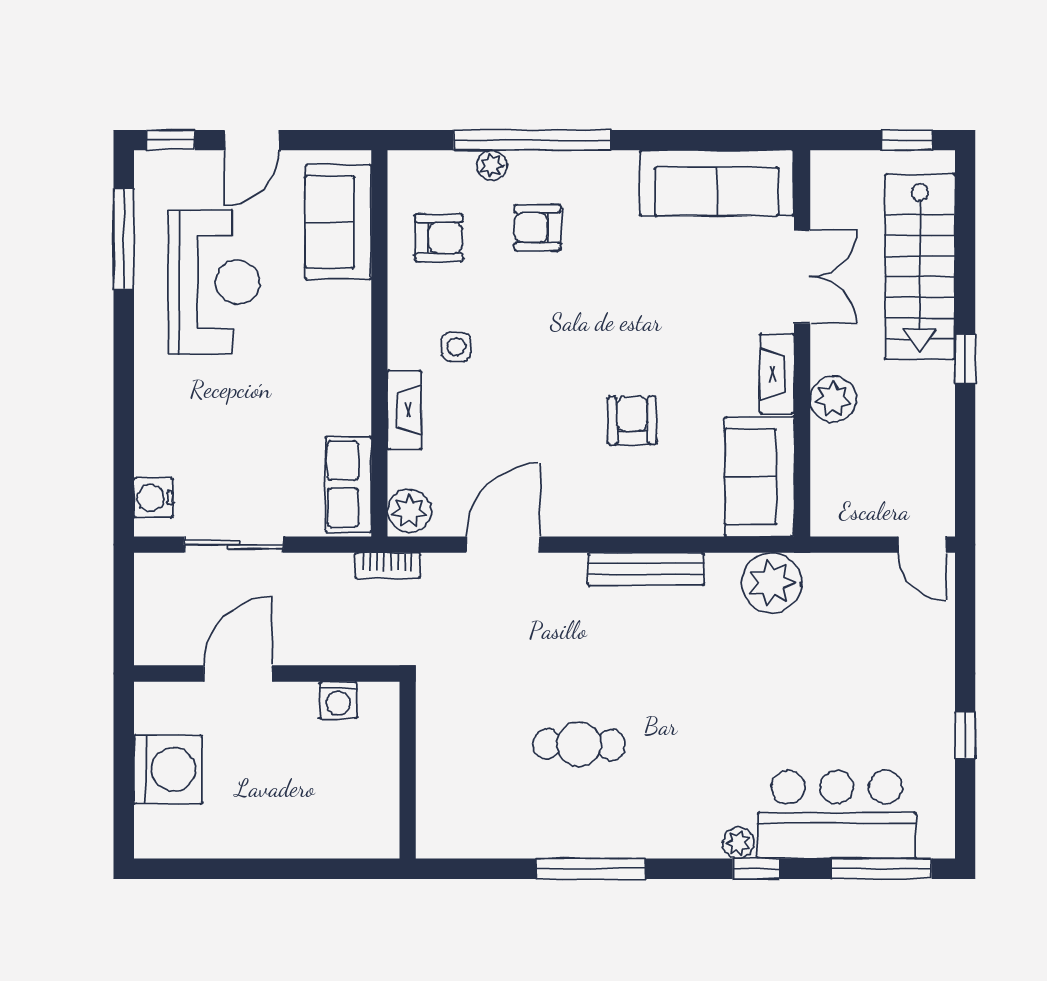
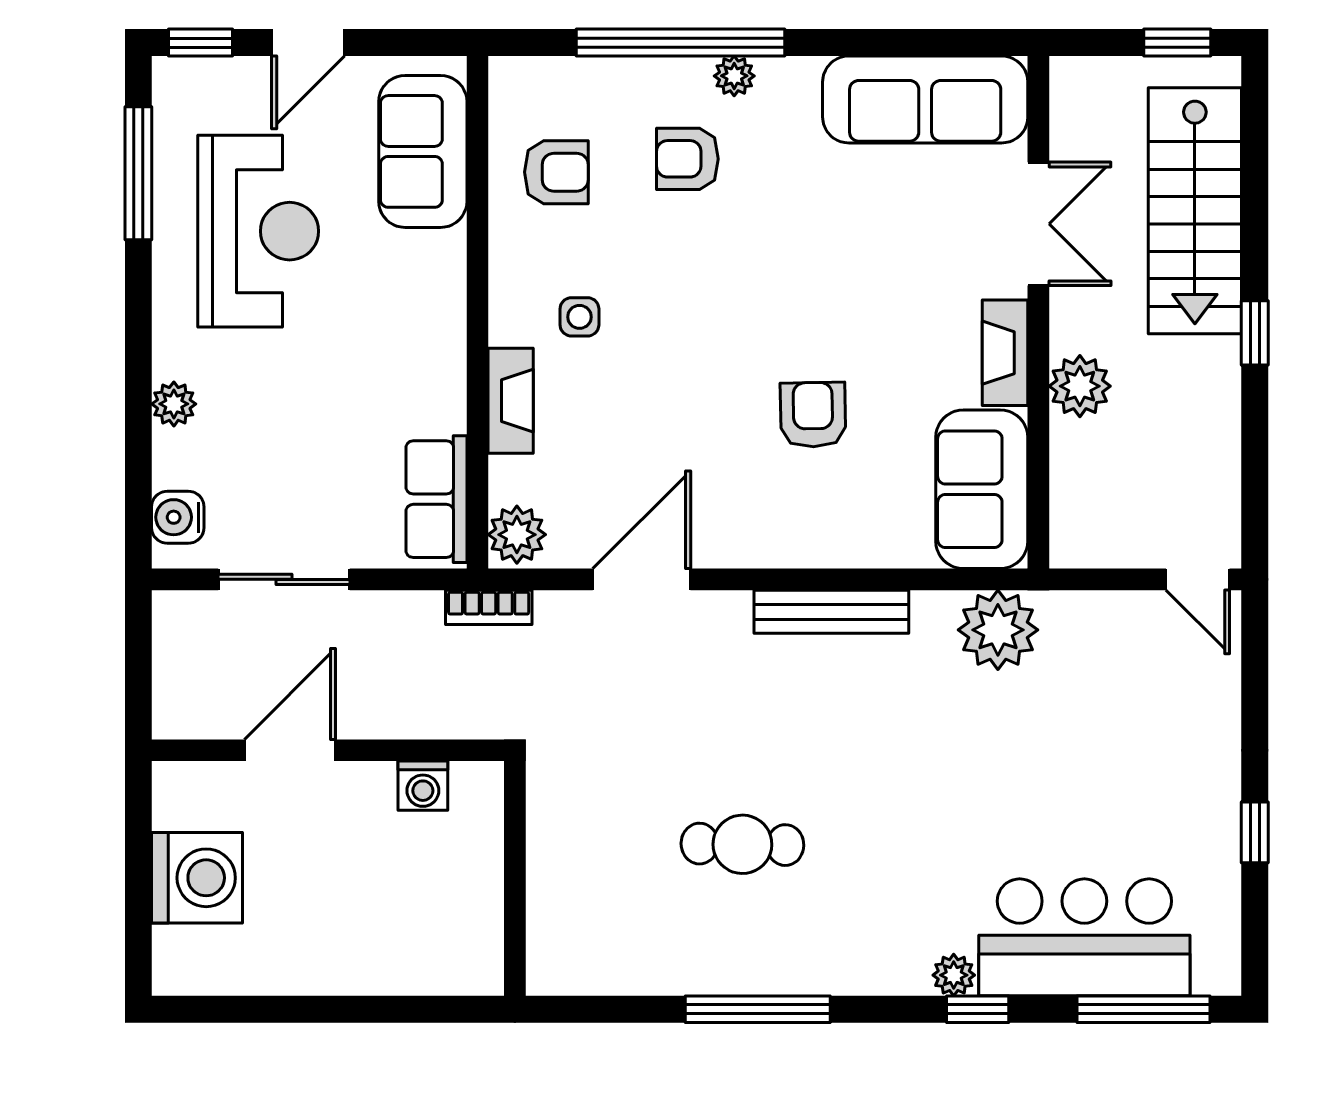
plant: (492, 165) -> (734, 76), moved
plant: (150, 412) -> (174, 404), added

